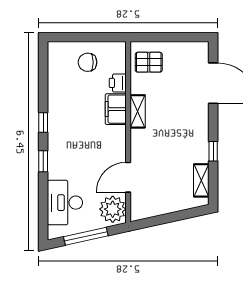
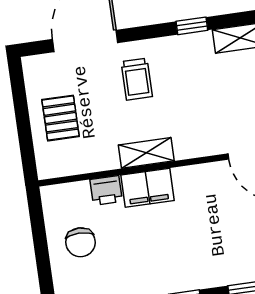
pallet: (149, 62) -> (61, 118), moved
trolley: (185, 112) -> (137, 79), added

